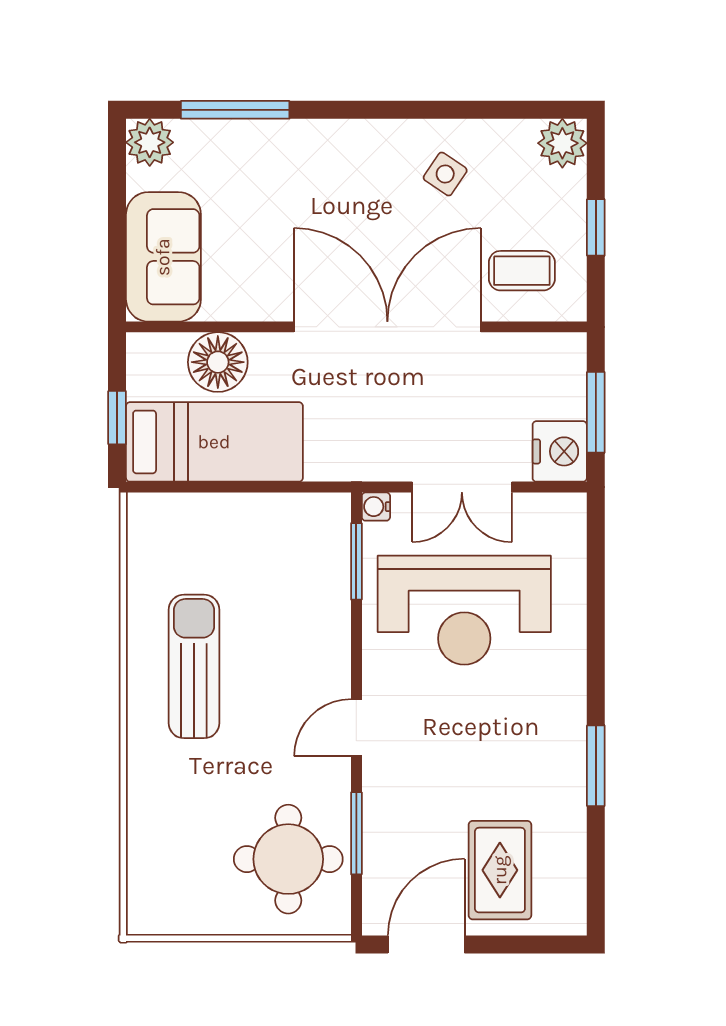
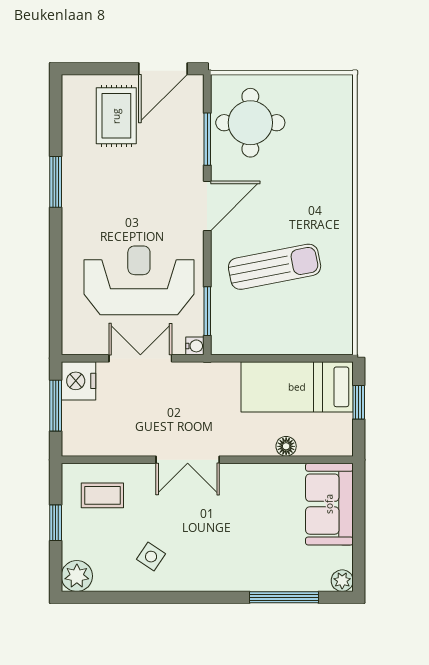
plant: (150, 142) -> (342, 581), width x0.73, depth x0.73
double door: (387, 327) -> (188, 460), width x0.54
floor lamp: (218, 362) -> (286, 446), width x0.53, depth x0.53
sun lounger: (194, 666) -> (275, 267), moved, turned -101
door: (356, 728) -> (207, 206), width x1.38

